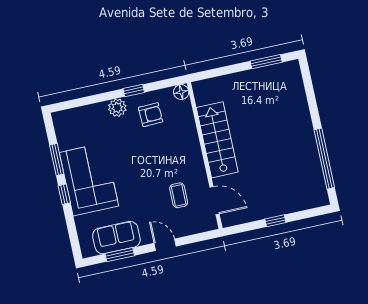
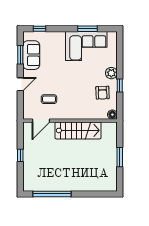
window: (266, 62) -> (120, 157), moved
corner sofa: (89, 179) -> (86, 46), moved
window: (64, 194) -> (39, 29), moved

